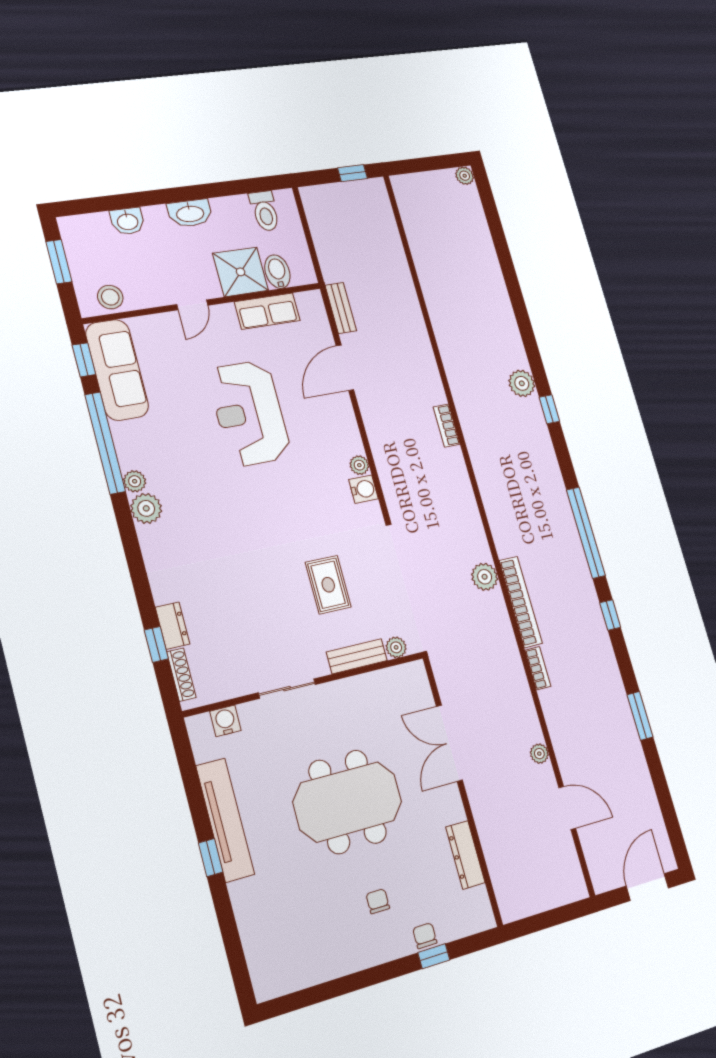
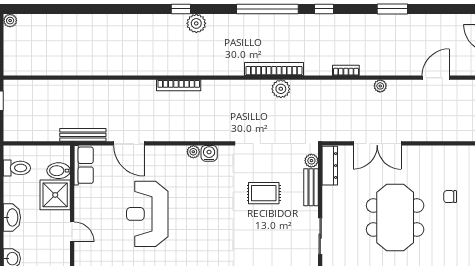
bench: (341, 308) -> (83, 135), width x1.36
row of seats: (267, 311) -> (84, 165), moved
plant: (522, 383) -> (196, 23), moved
reception desk: (249, 413) -> (147, 214), turned 90
bookcase: (447, 426) -> (179, 85), width x1.56
bookcase: (521, 602) -> (274, 69), moved
plant: (539, 754) -> (380, 86), moved
dresser: (465, 855) -> (330, 166), moved, turned -90
chair: (378, 901) -> (450, 197), moved

